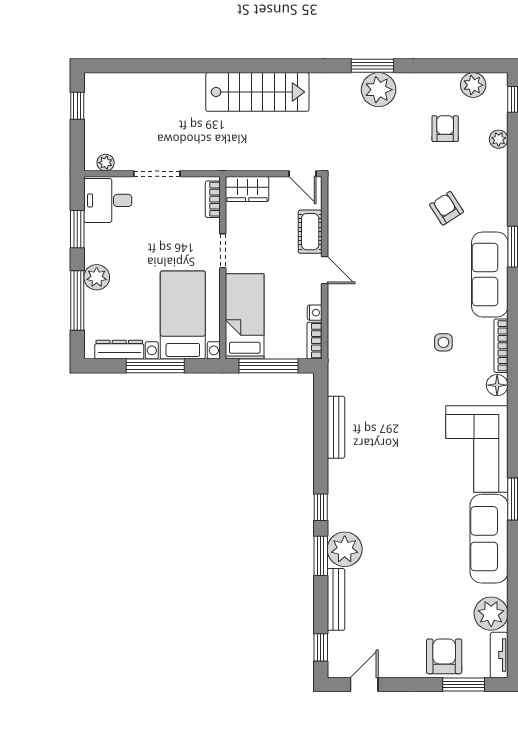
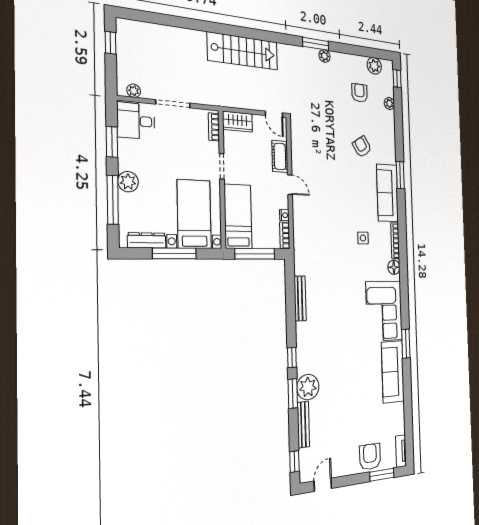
plant: (379, 90) -> (324, 56), width x0.53, depth x0.53
plant: (491, 614) -> (396, 423), removed

